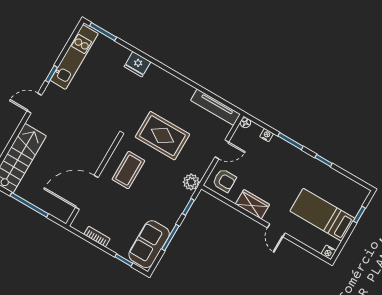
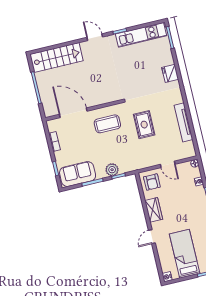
tv unit: (215, 107) -> (184, 122), moved
rug: (162, 136) -> (144, 125), width x0.73, depth x0.70
plant: (191, 182) -> (112, 170), moved

